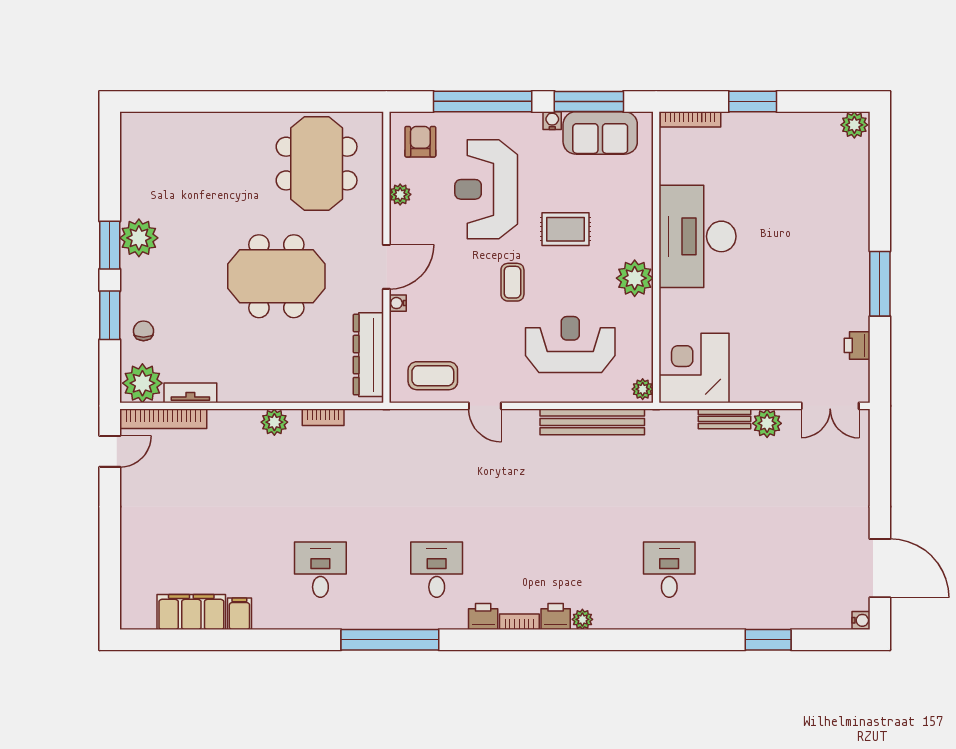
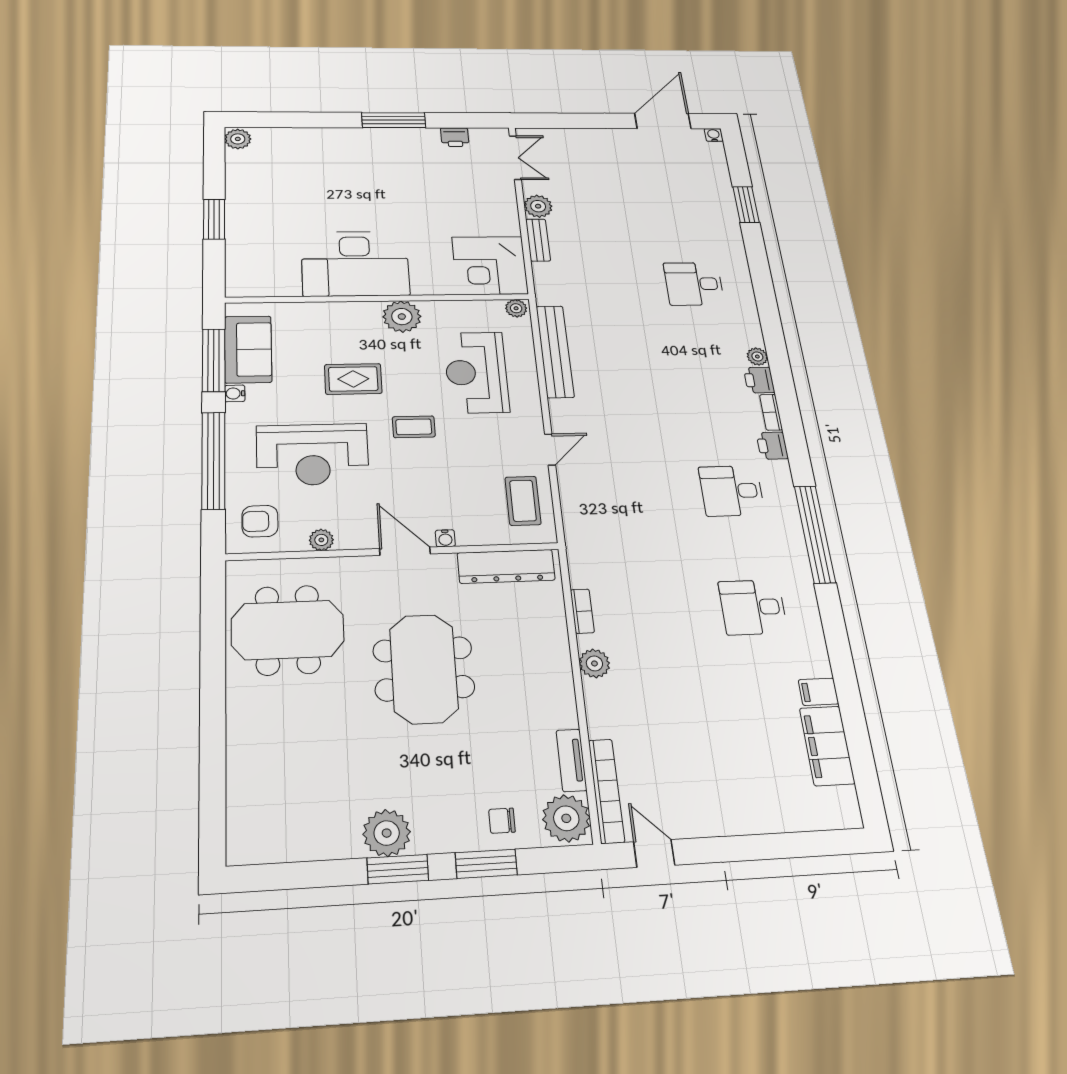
bookcase: (690, 119) -> (233, 271), removed
rug: (565, 229) -> (353, 379), turned 90

